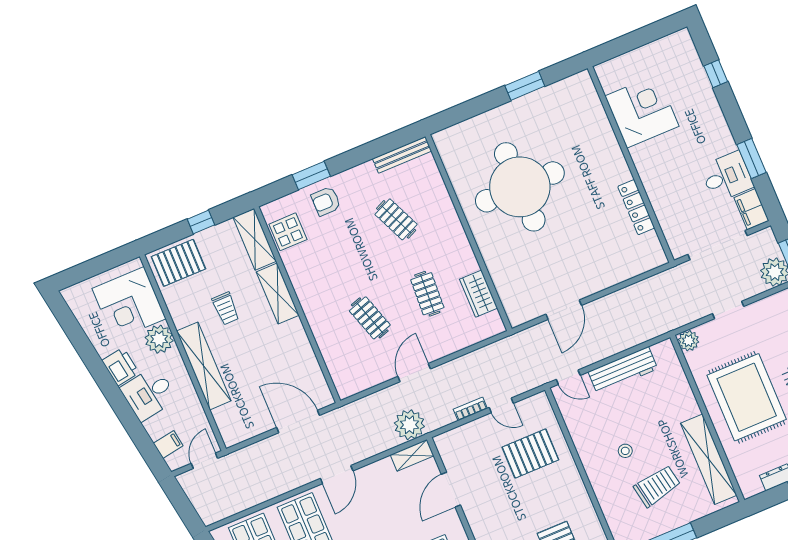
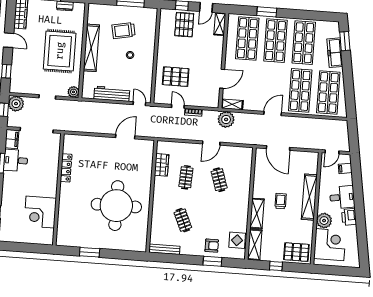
trolley: (226, 308) -> (281, 201), moved
shelving: (709, 459) -> (91, 48), moved

